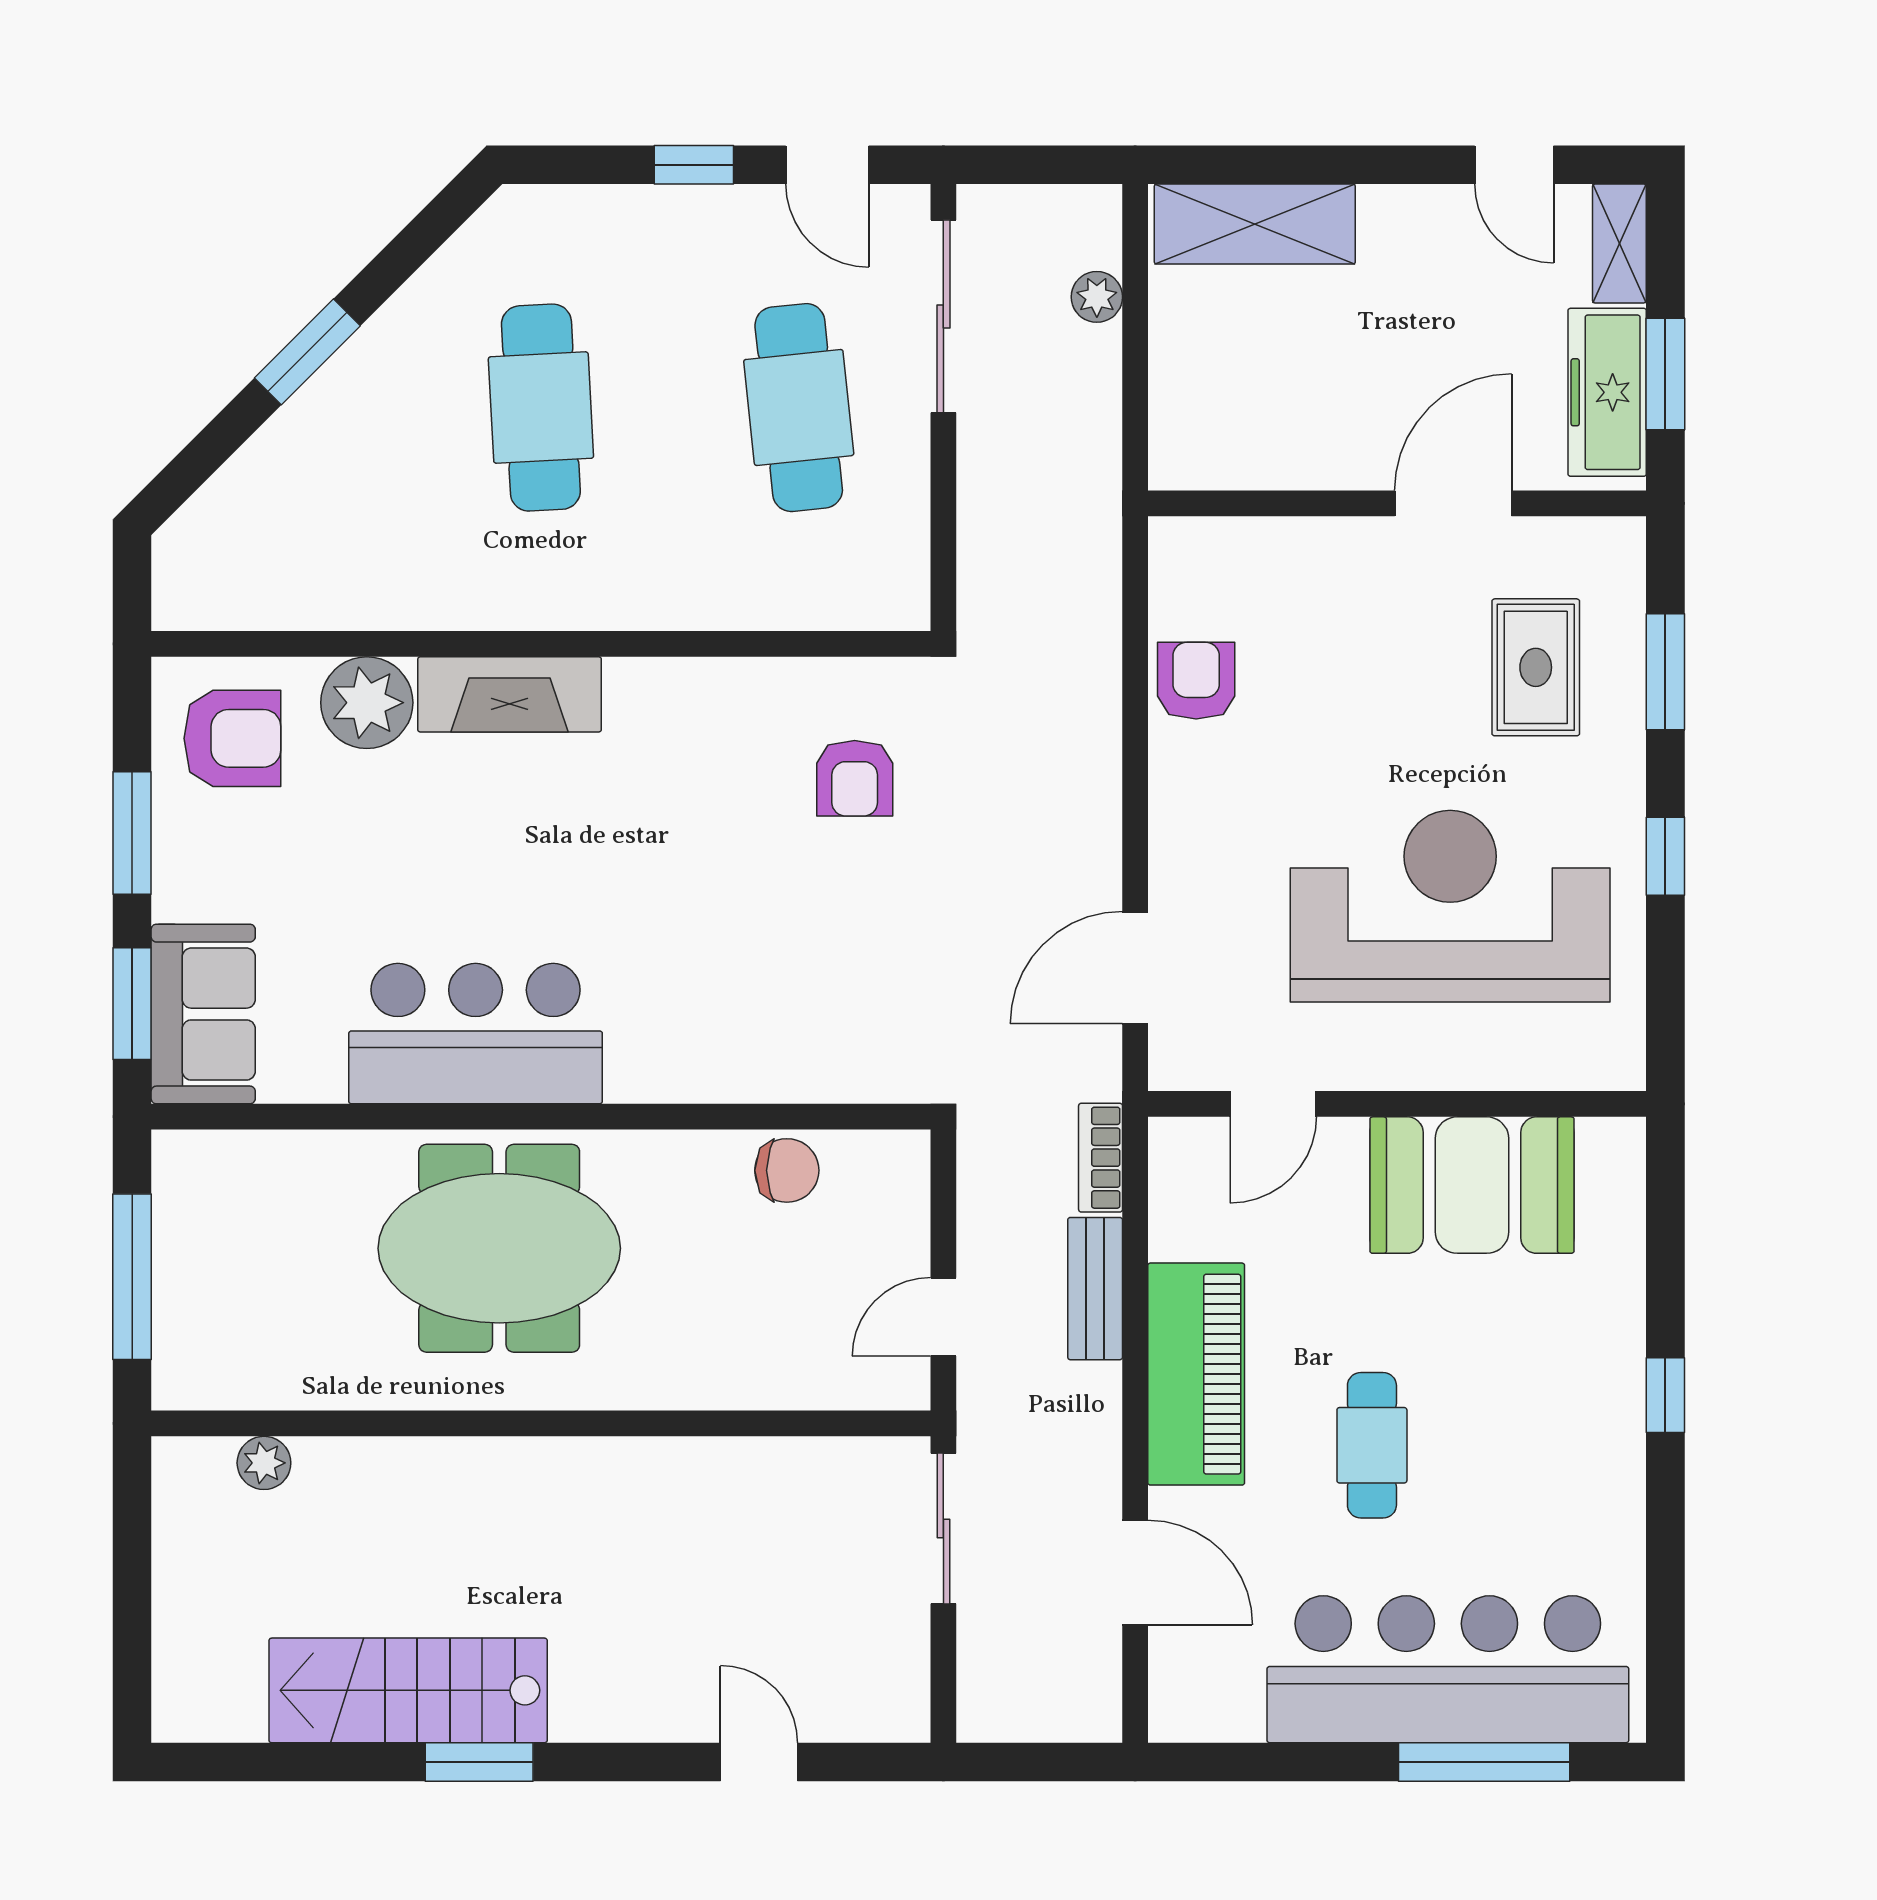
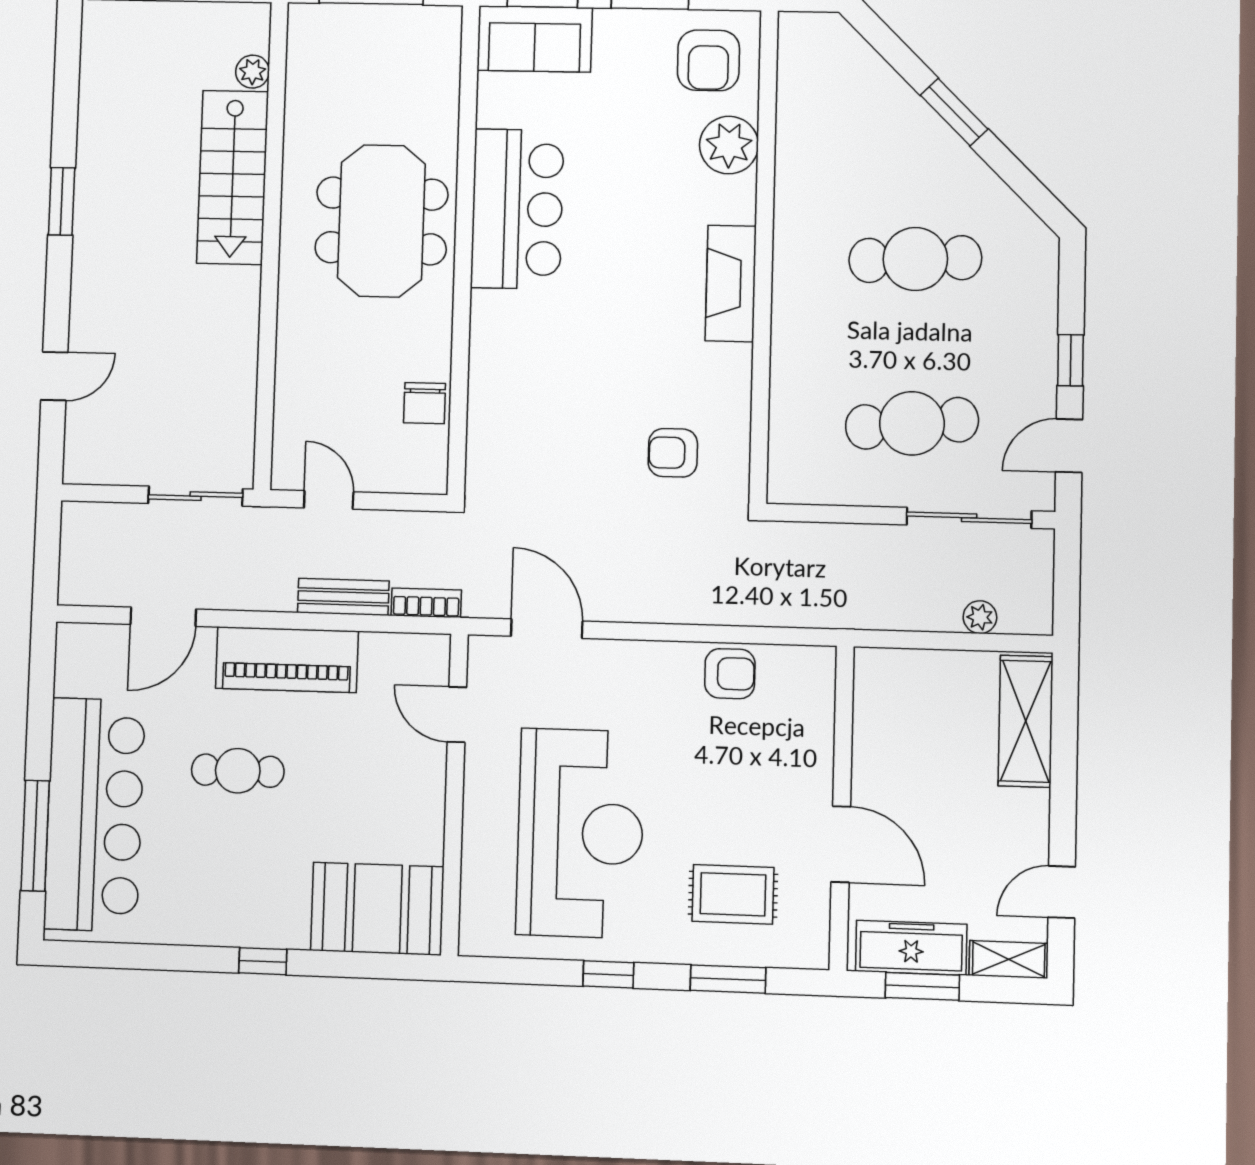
fireplace: (510, 694) -> (731, 283), moved
booth: (1472, 1185) -> (377, 909), moved, turned 90
stairs: (408, 1690) -> (233, 177), moved, turned 180

